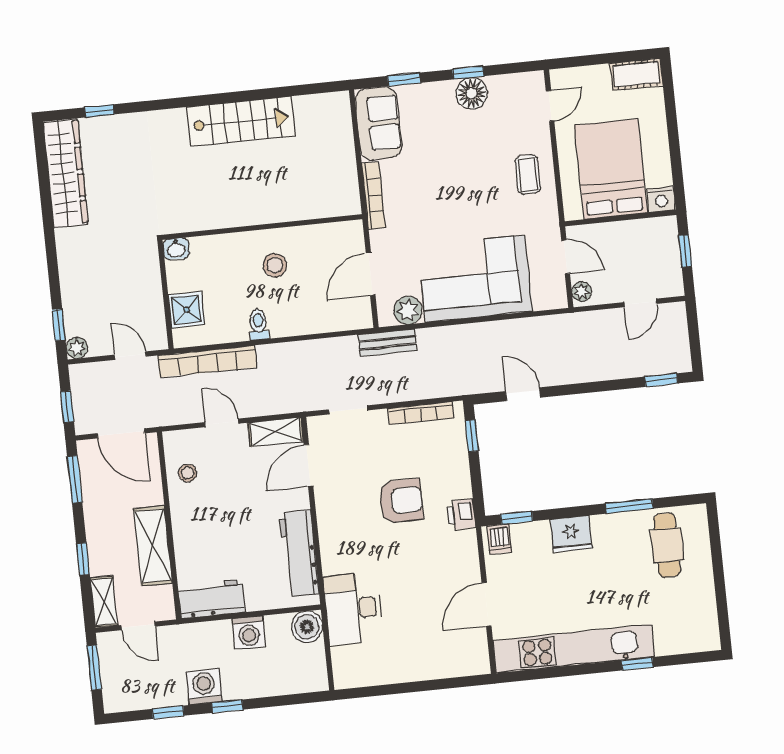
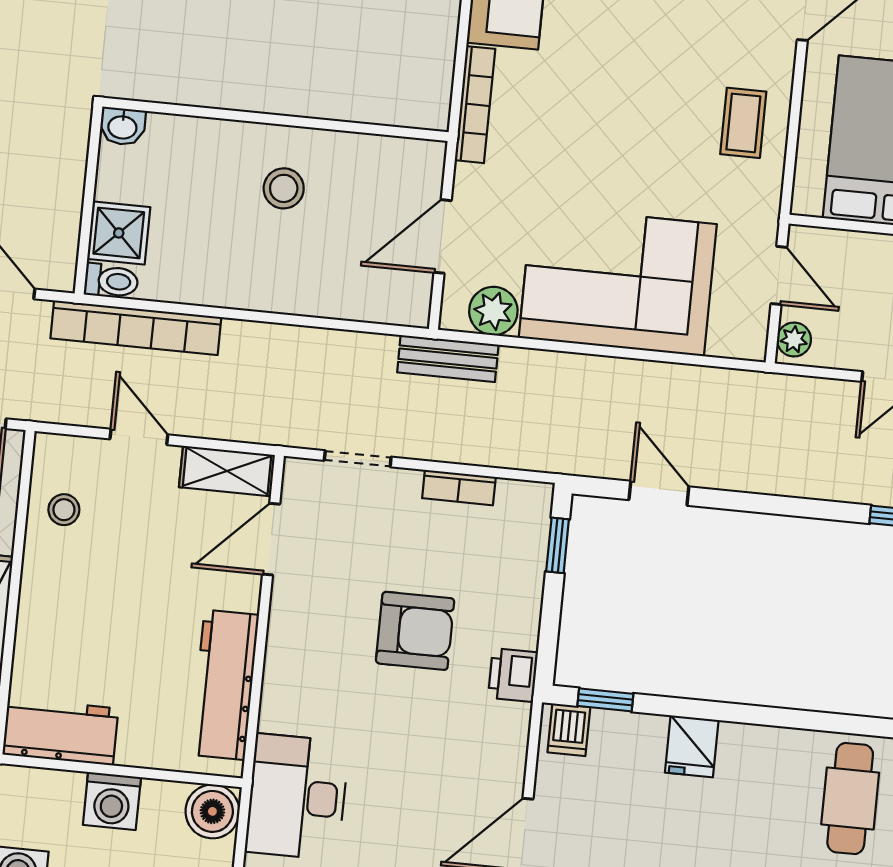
toilet: (258, 325) -> (111, 281), moved, turned 90
bookcase: (421, 413) -> (459, 488), width x0.64
window: (629, 506) -> (800, 719), removed
fridge: (571, 534) -> (692, 746), width x0.72

